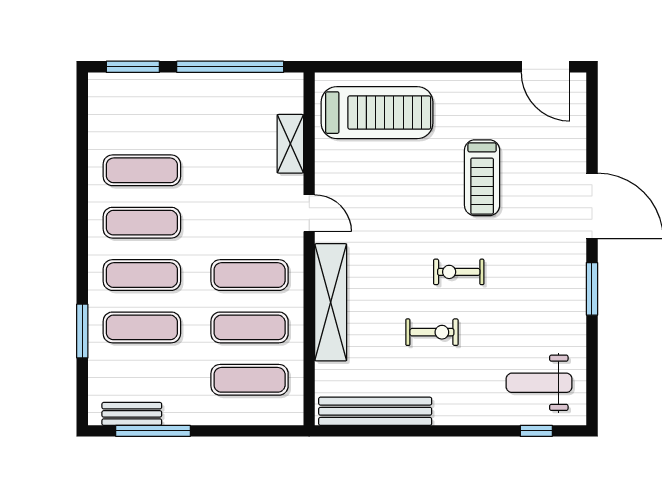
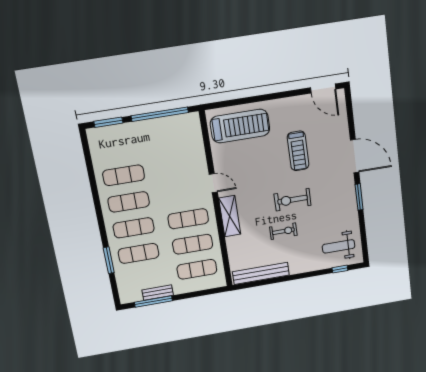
shelving: (290, 144) -> (198, 149), removed
exercise bike: (459, 272) -> (293, 200), width x1.38, depth x1.39
shelving: (331, 302) -> (230, 216), width x0.68
bench: (132, 414) -> (158, 293), moved

